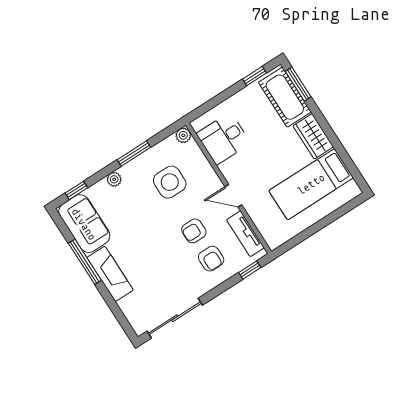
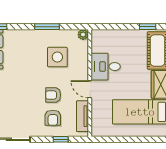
desk: (223, 138) -> (106, 67), moved
plant: (114, 179) -> (26, 34), removed
window: (250, 270) -> (61, 139), moved

